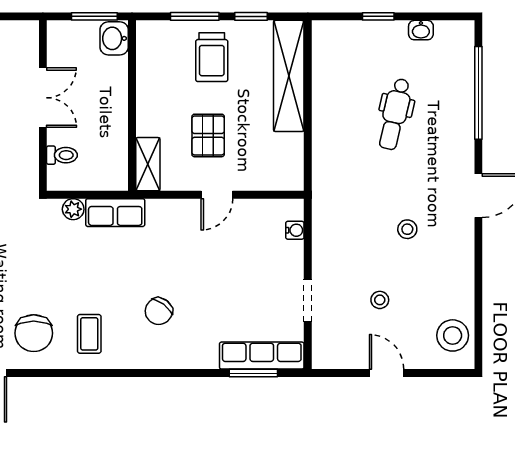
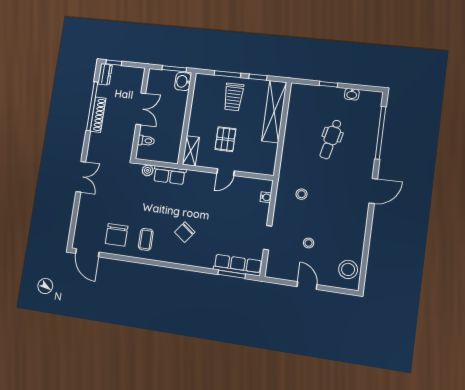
stool: (407, 229) -> (302, 194), moved

